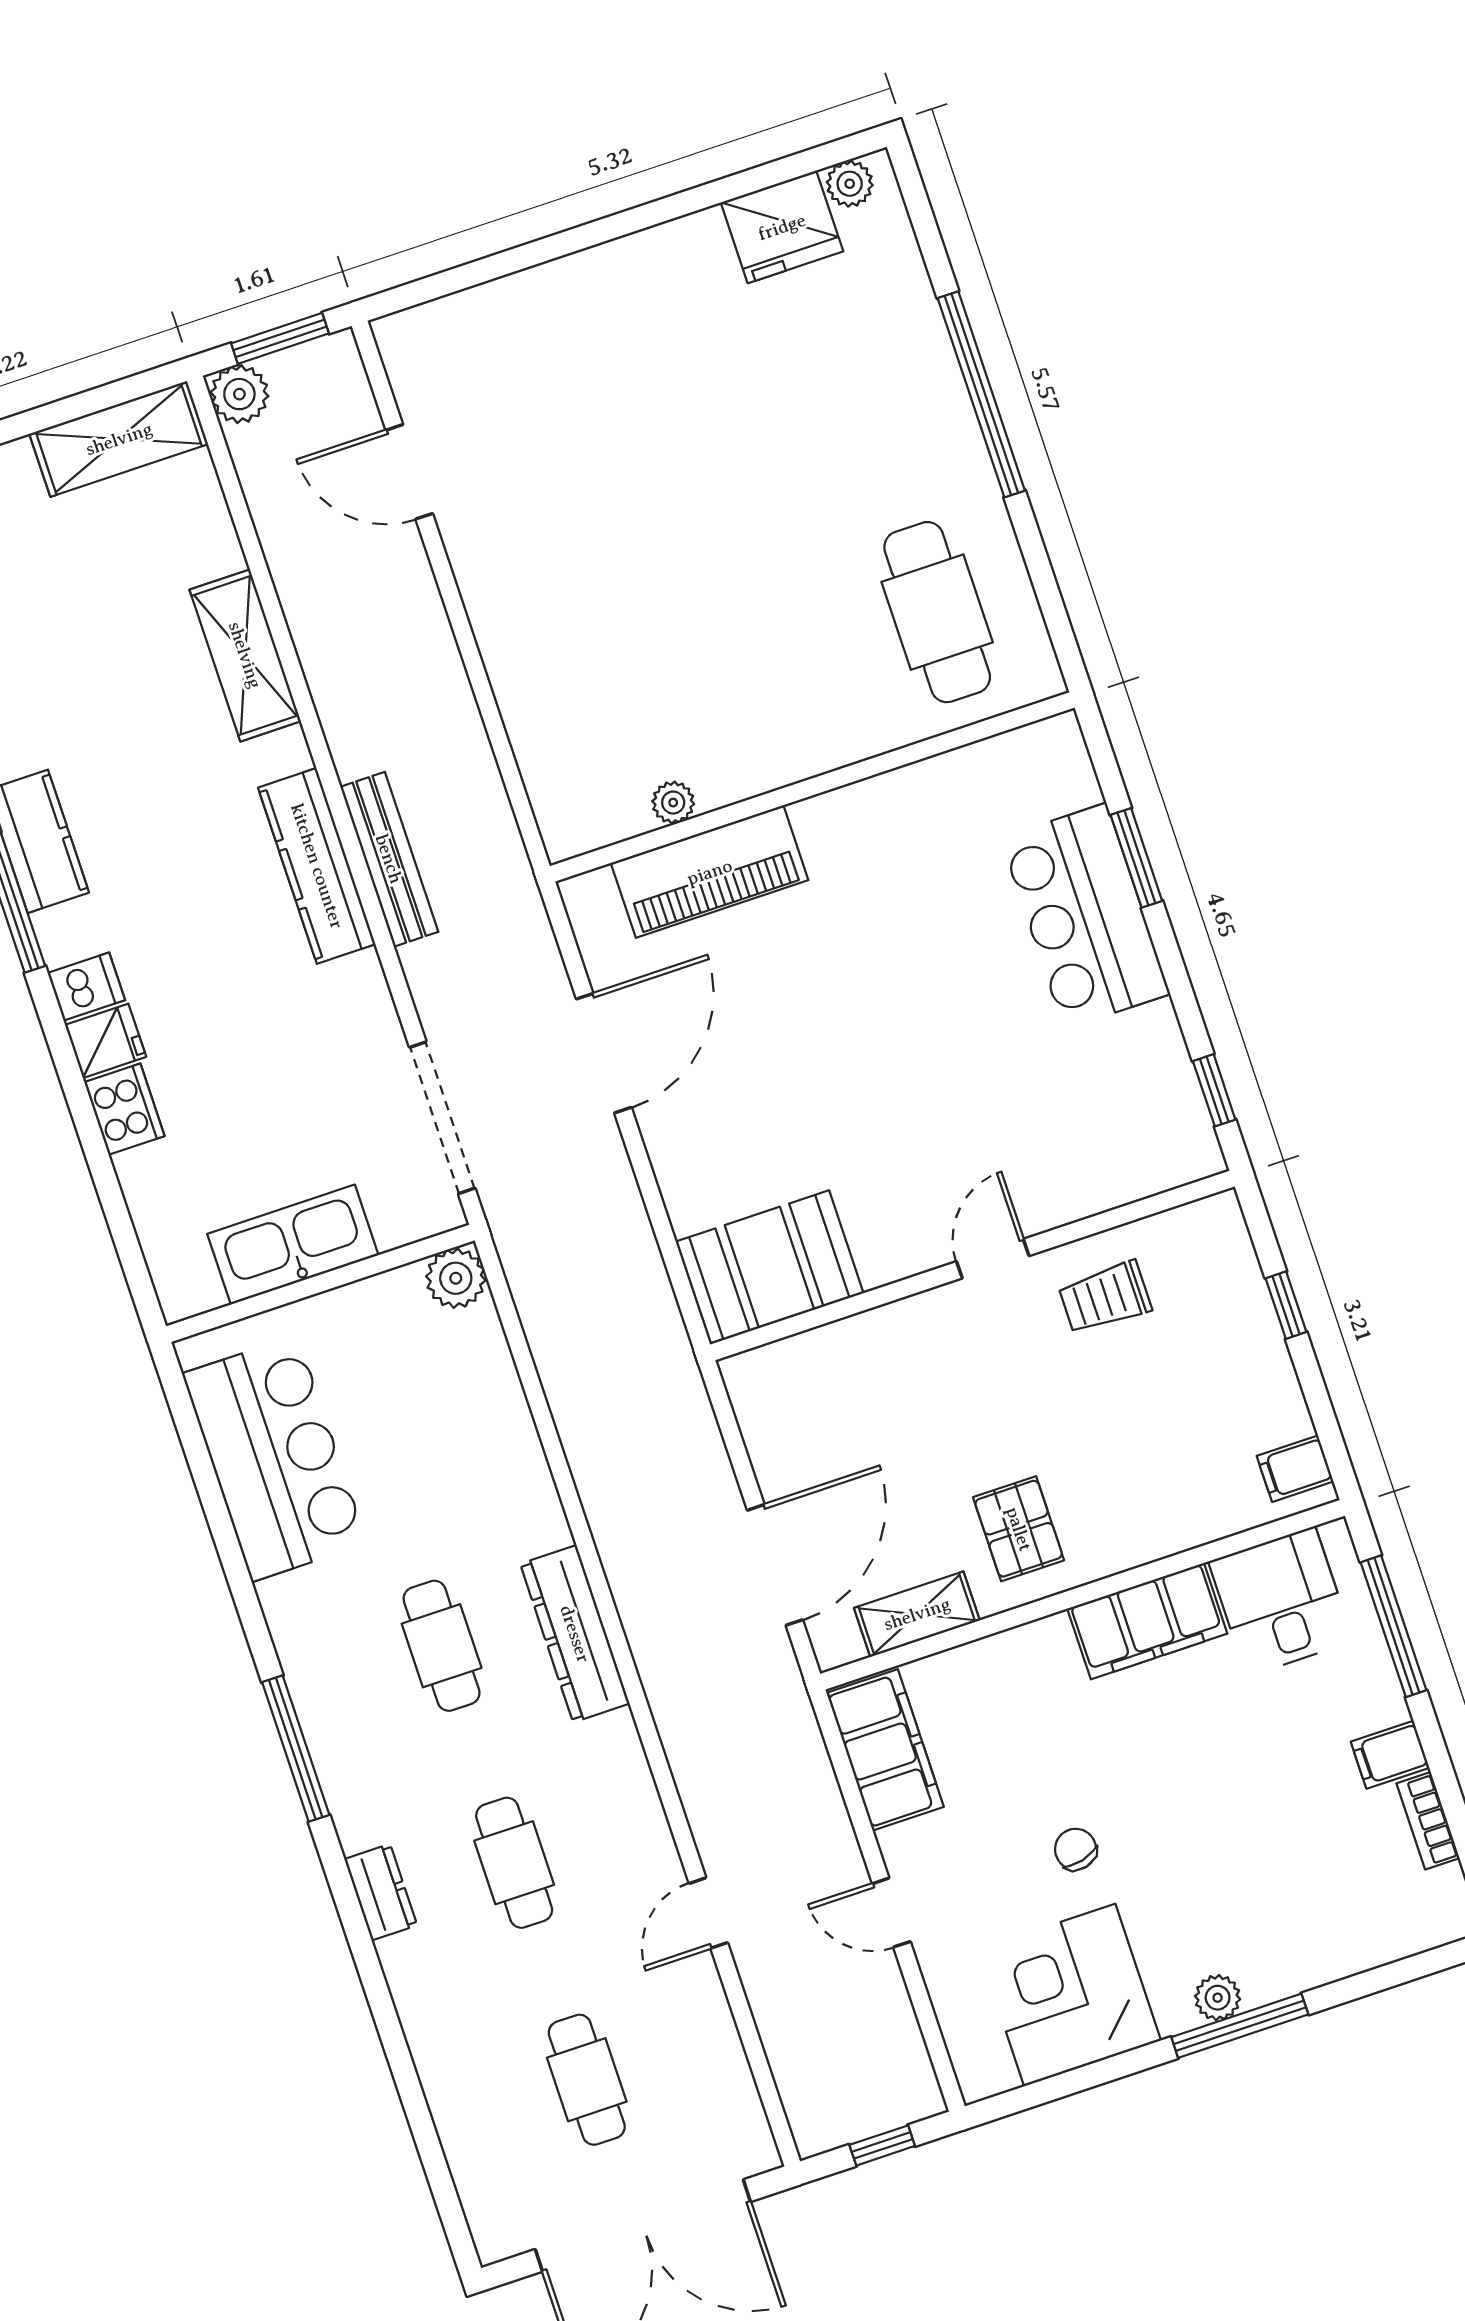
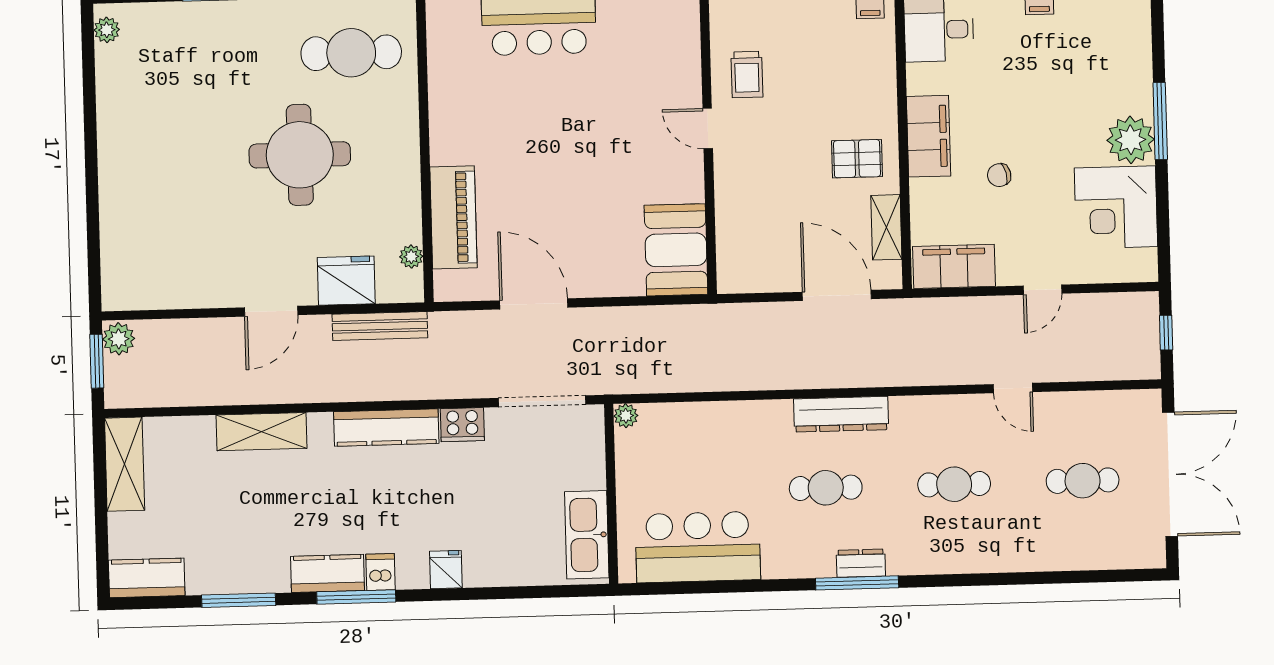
fridge: (782, 227) -> (346, 281), moved, turned -90
plant: (239, 394) -> (119, 339), moved
door: (409, 472) -> (271, 311), moved
round table: (737, 577) -> (300, 155), added
plant: (673, 803) -> (411, 257), moved
bench: (389, 859) -> (380, 326), moved
dishwasher: (86, 987) -> (381, 572), moved
cooker: (124, 1109) -> (462, 425), moved, turned 180
kitchen sink: (293, 1245) -> (587, 535), moved
plant: (456, 1278) -> (626, 416), width x0.73, depth x0.73
filing cabinet: (1147, 1621) -> (929, 136), moved
chair: (1076, 1849) -> (999, 175), moved
dresser: (381, 1892) -> (861, 563), moved
plant: (1218, 1998) -> (1131, 140), width x1.87, depth x1.87

